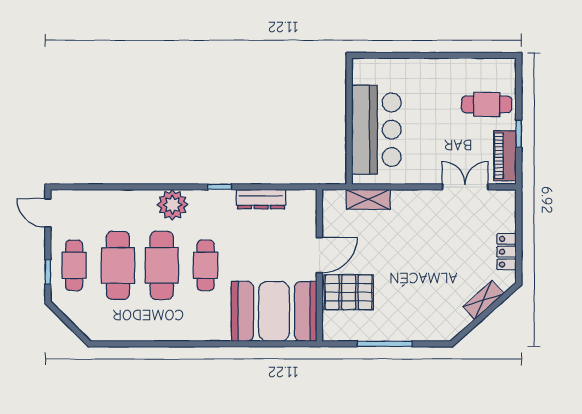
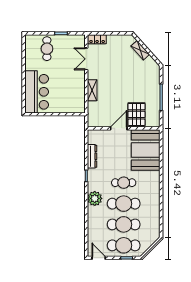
bar counter: (376, 130) -> (37, 92), moved, turned 90
piano: (505, 156) -> (71, 40), removed
shelving: (368, 199) -> (92, 90), moved
door: (48, 213) -> (99, 258), swing flipped
locker: (507, 252) -> (97, 39), moved
door: (319, 255) -> (119, 128), hinge flipped
cafe table: (74, 265) -> (124, 245), width x1.37, depth x1.35

